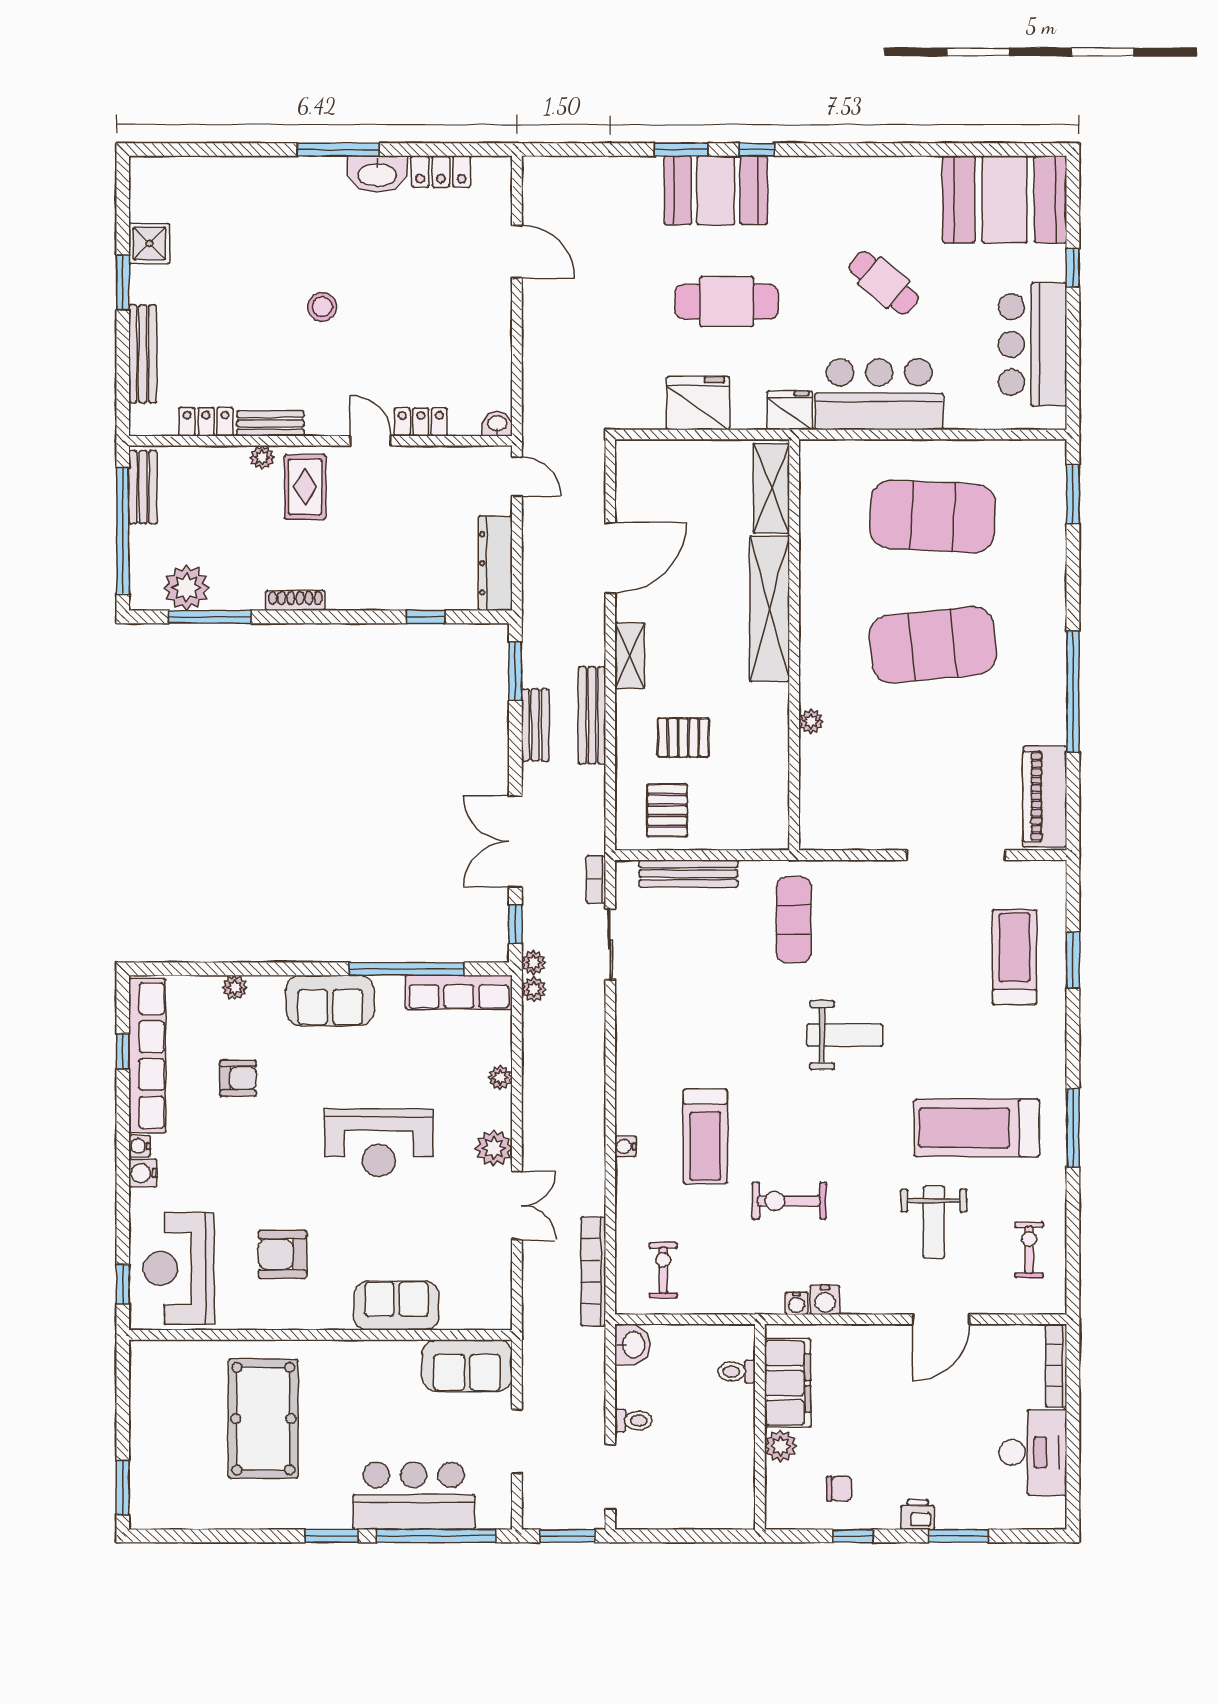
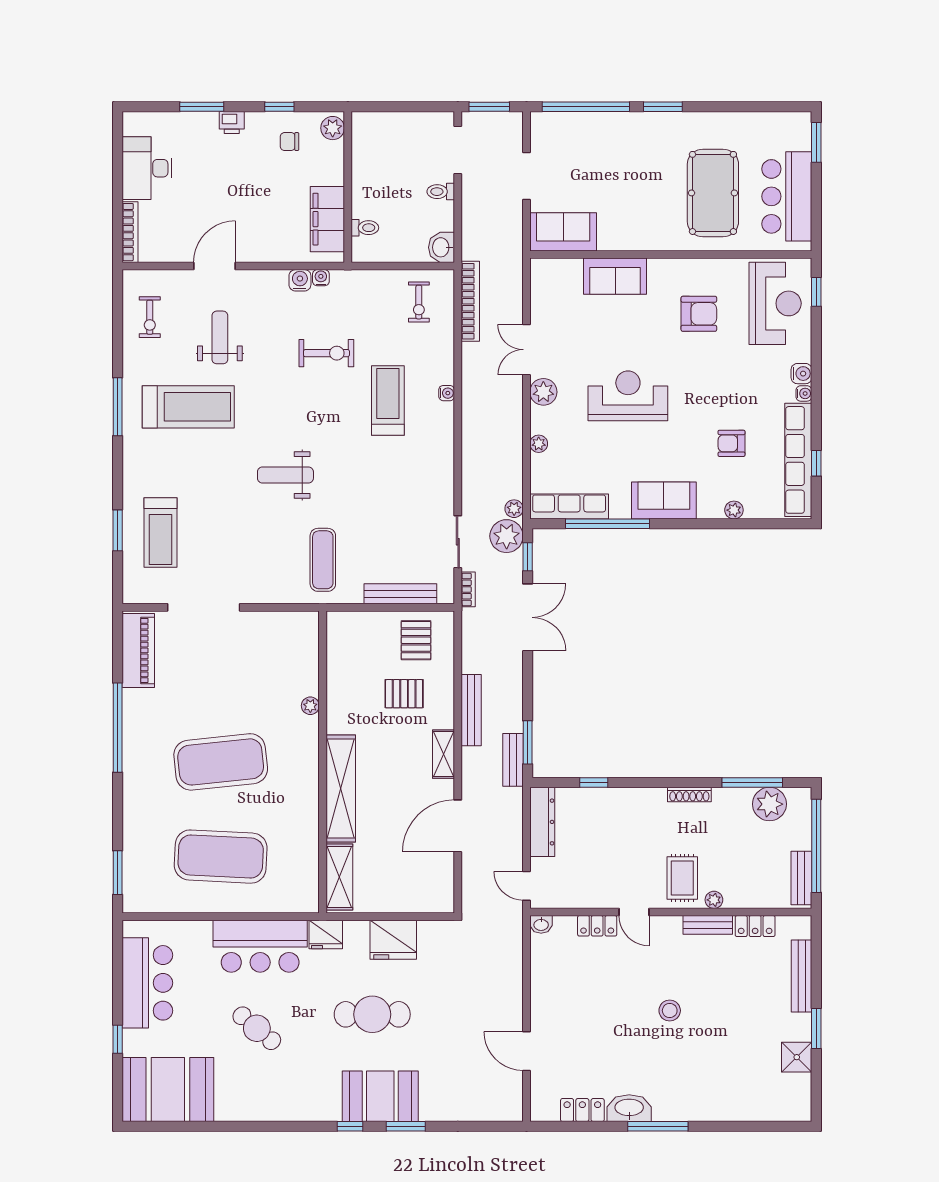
bench: (535, 725) -> (513, 760), moved
plant: (534, 963) -> (507, 536), width x1.88, depth x1.88
plant: (780, 1446) -> (333, 128), moved
bar counter: (414, 1496) -> (787, 196), moved, turned 90

